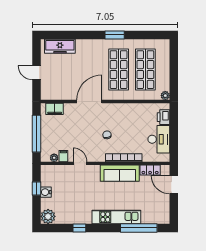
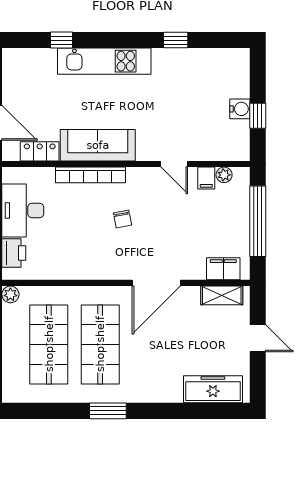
shelving: (55, 95) -> (222, 295), added
plant: (48, 216) -> (236, 62), removed
window: (139, 228) -> (62, 40), width x0.32

